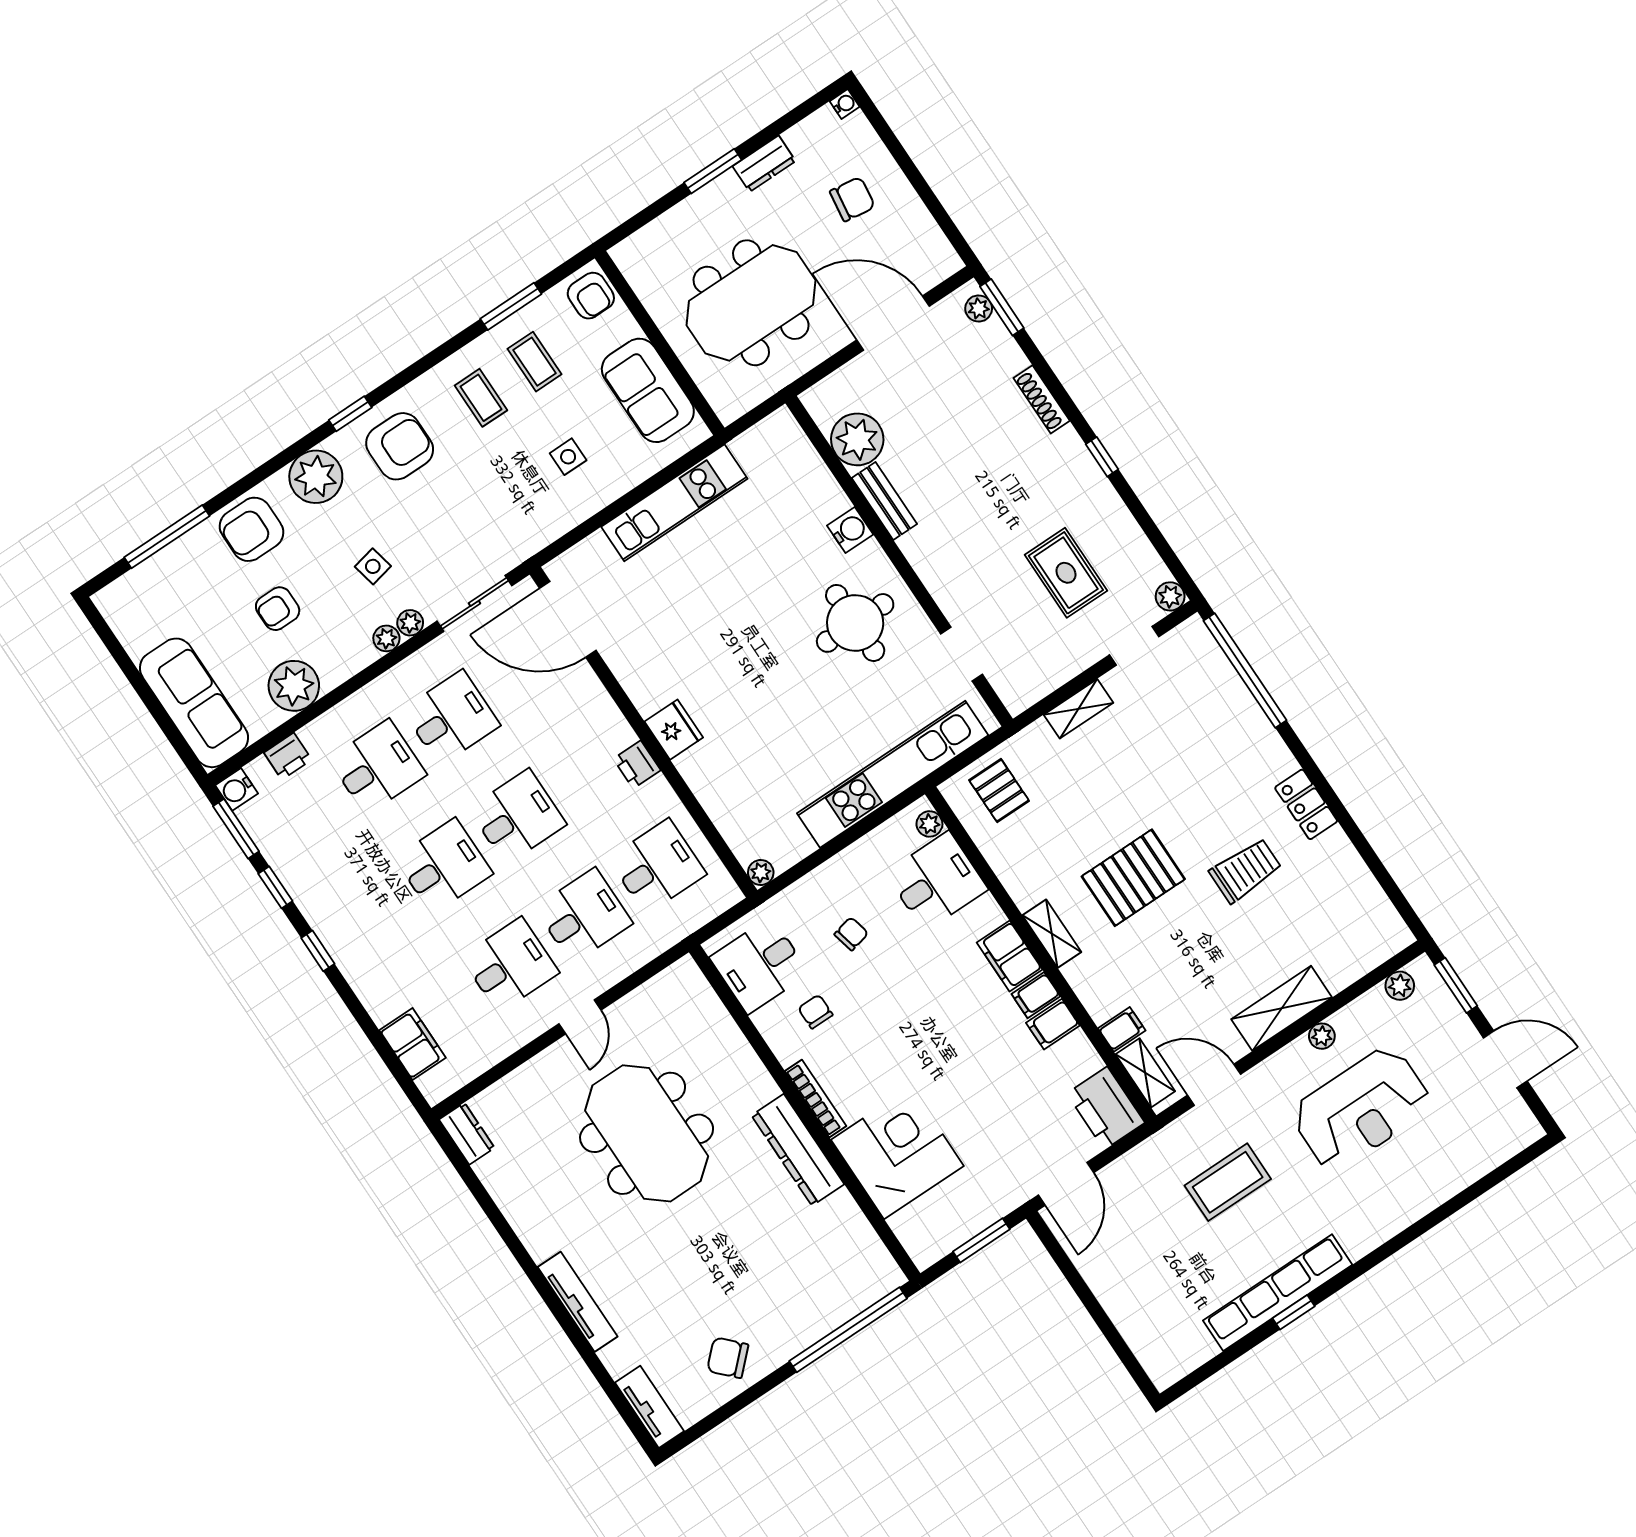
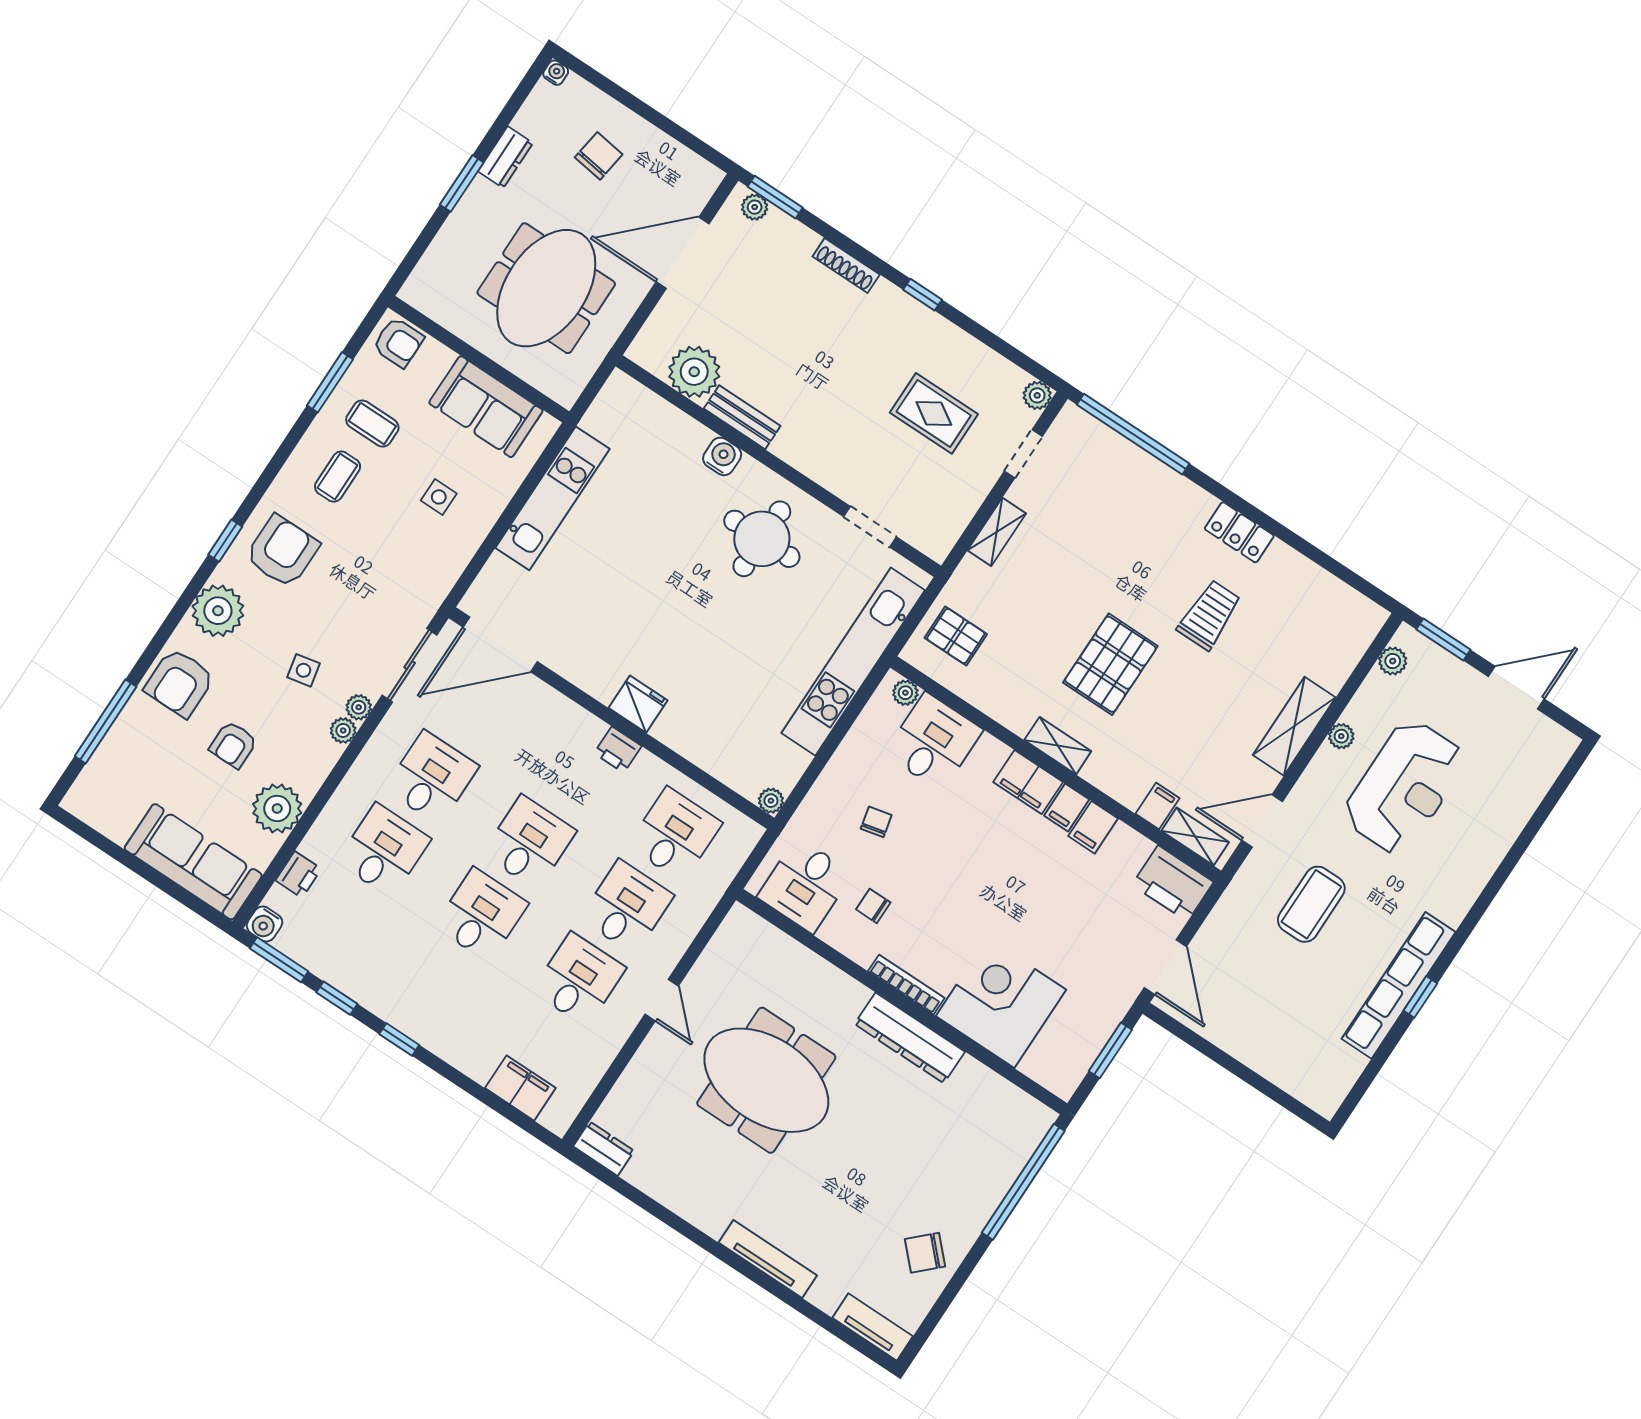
coffee table: (481, 398) -> (338, 477), turned 90

